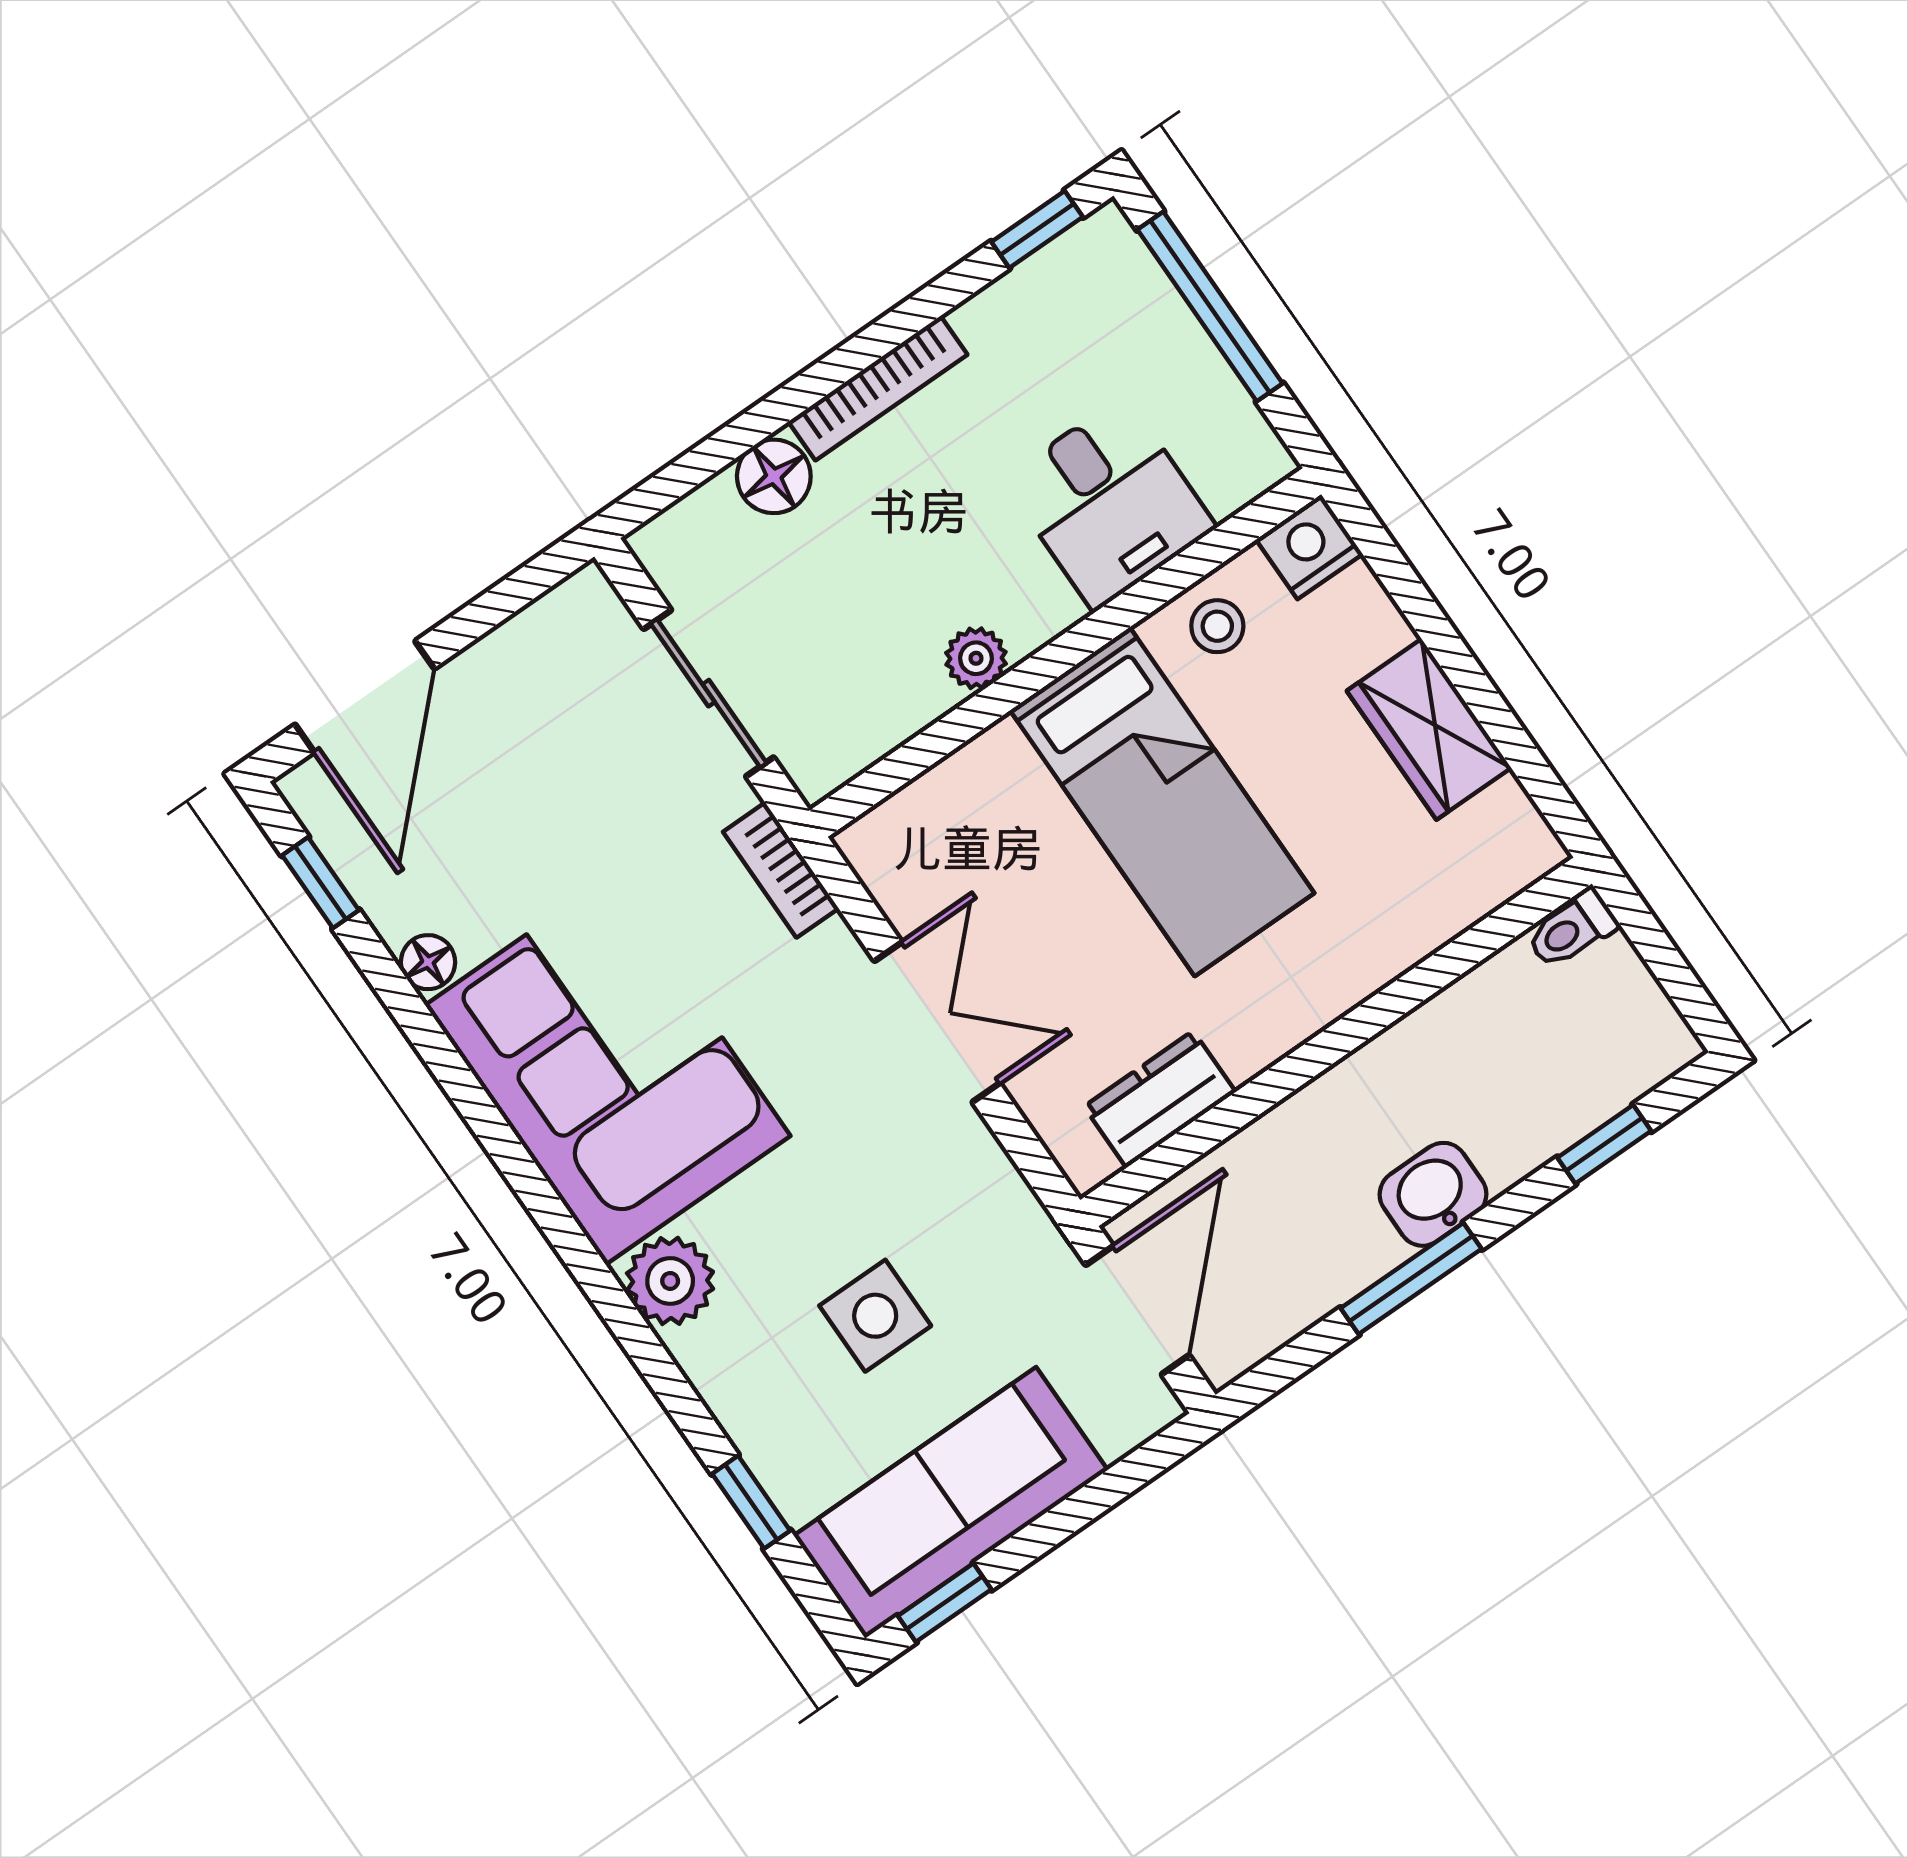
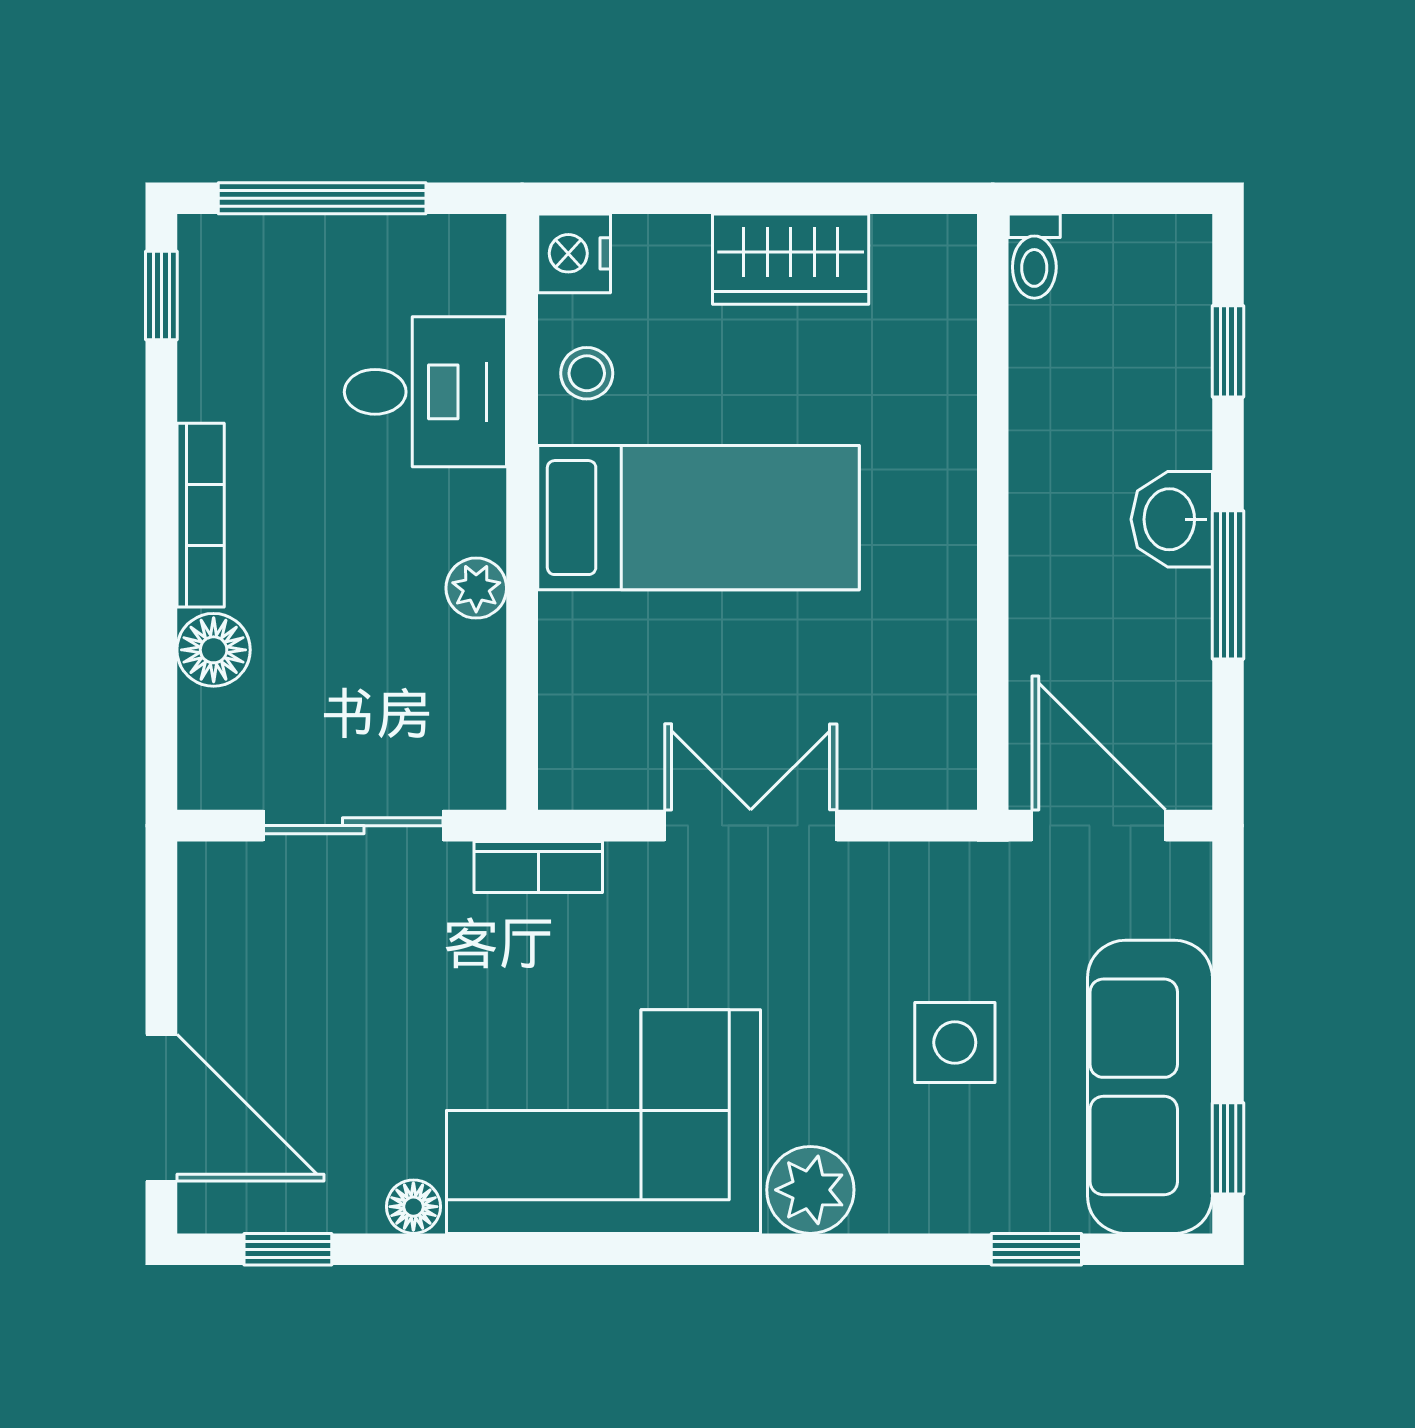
dresser: (1160, 1099) -> (940, 688), removed

